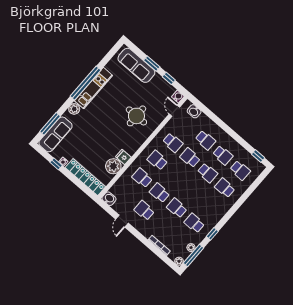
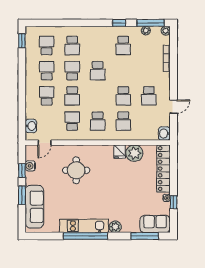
water cooler: (178, 97) -> (30, 166), moved
sofa: (56, 134) -> (155, 224), width x0.73
school desk: (177, 208) -> (98, 71), moved

